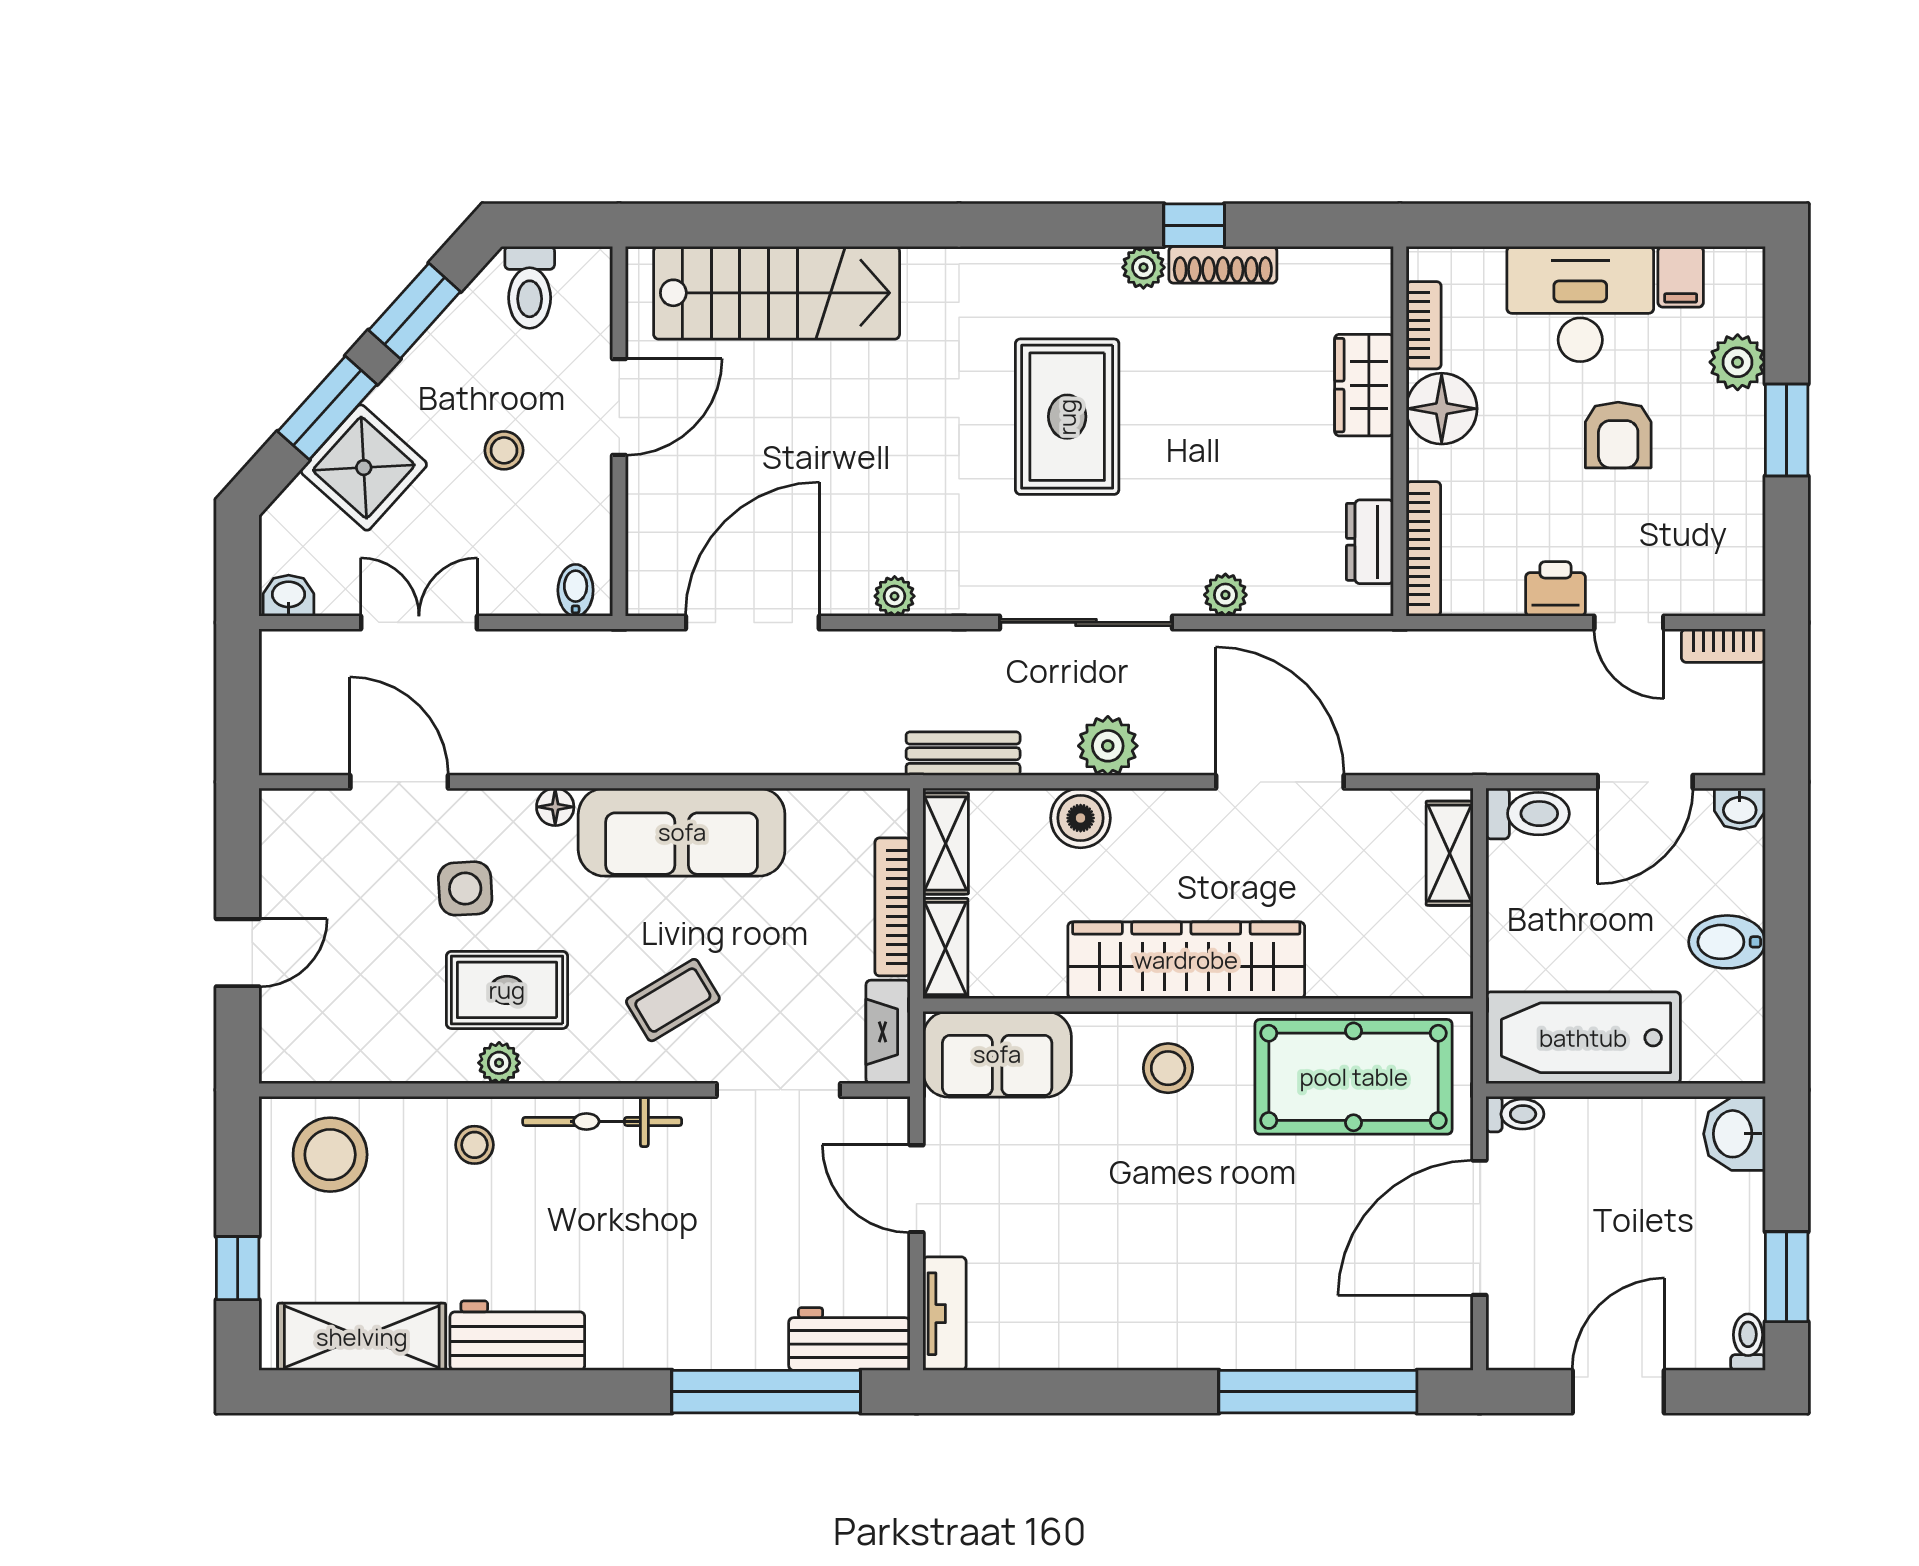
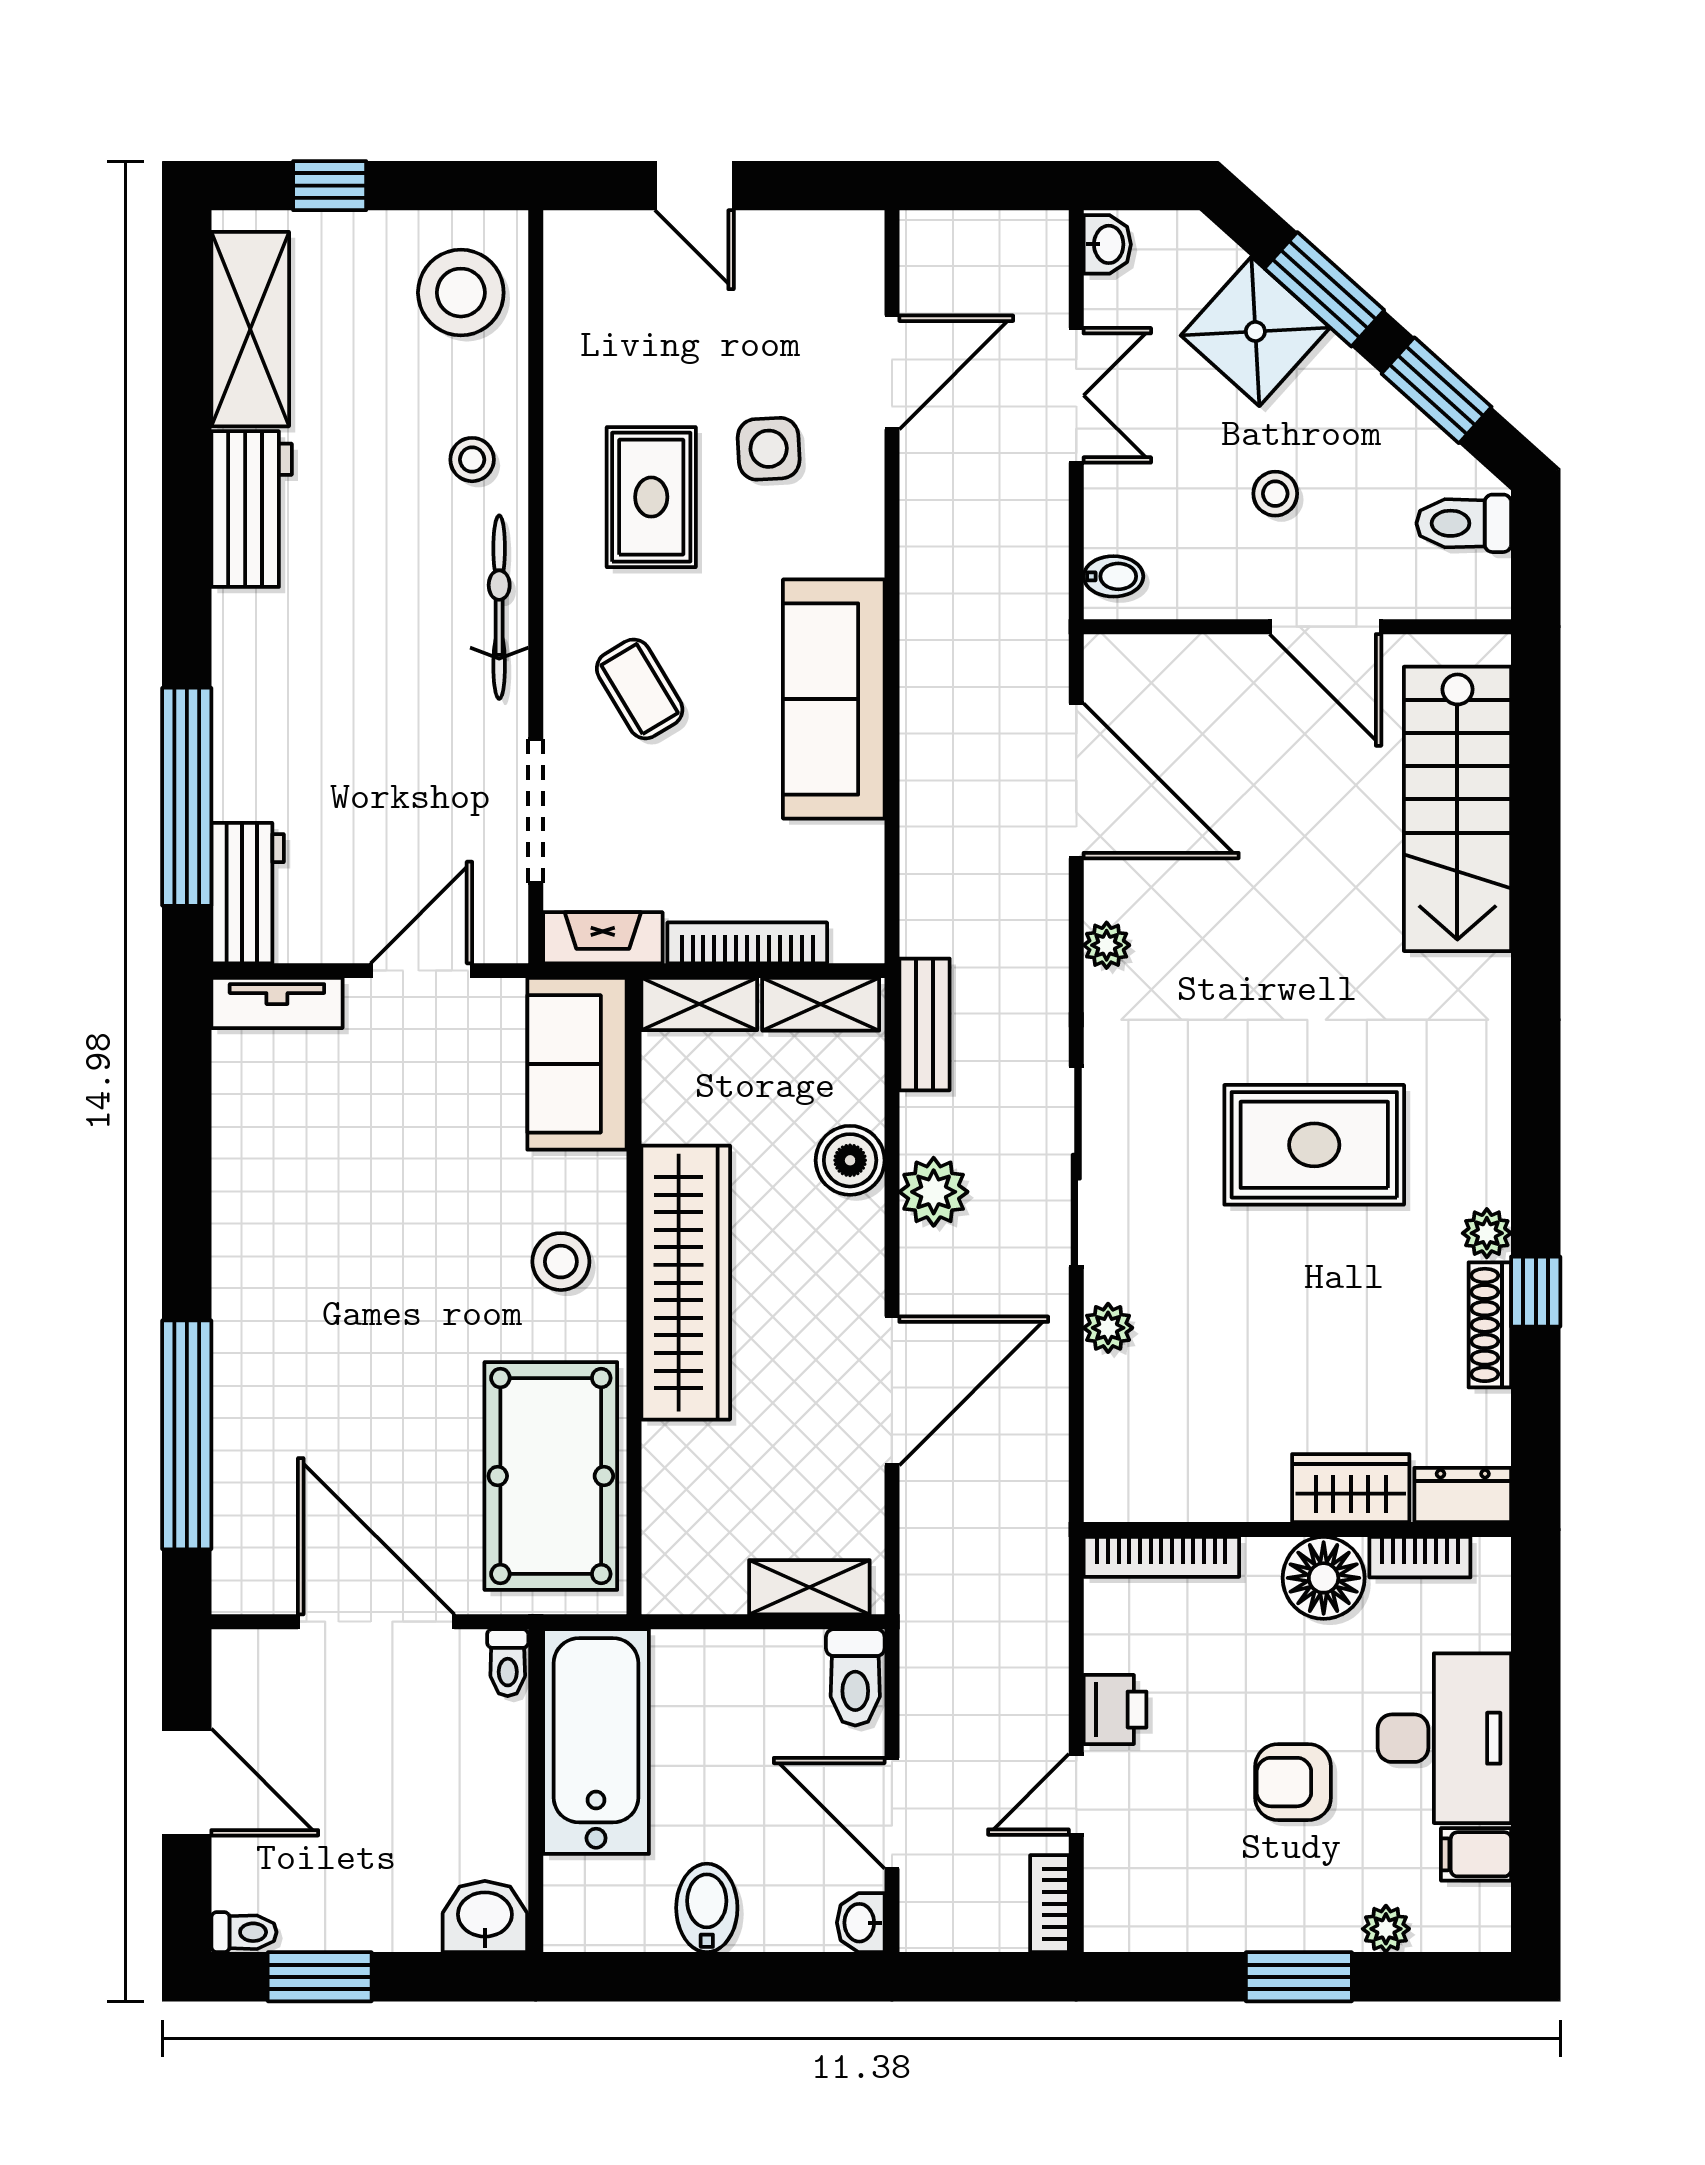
plant: (1738, 362) -> (1386, 1929), width x0.73, depth x0.73
dresser: (1370, 542) -> (1463, 1495), moved
floor lamp: (555, 807) -> (863, 553), removed
plant: (499, 1063) -> (567, 488), removed

